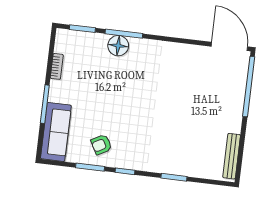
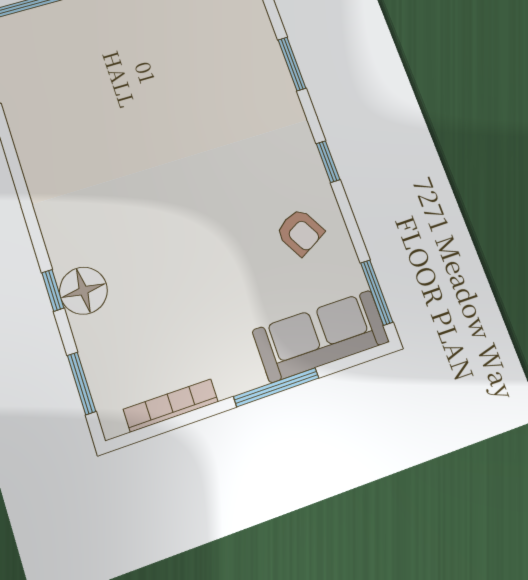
window: (124, 34) -> (53, 290), width x0.46
bookcase: (57, 66) -> (171, 405), width x1.56
window: (90, 167) -> (377, 292), moved

